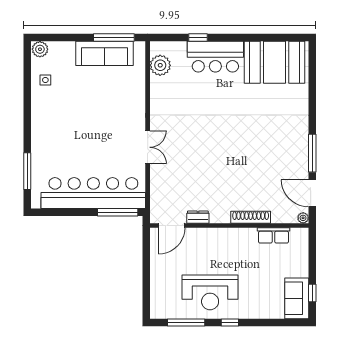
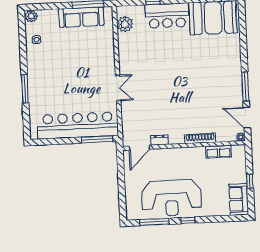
window: (27, 171) -> (25, 89), moved
reception desk: (210, 292) -> (172, 198), width x1.36, depth x1.30
window: (312, 293) -> (250, 181), moved

